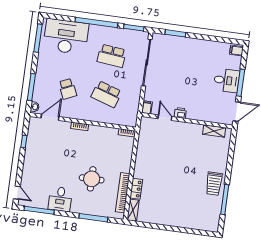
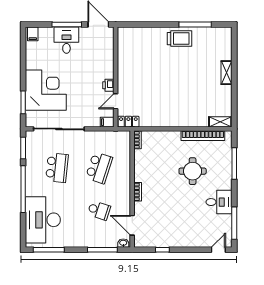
corner desk: (184, 55) -> (46, 90), added
school desk: (68, 89) -> (99, 210), turned 42
shelving: (214, 131) -> (226, 73), moved
locker: (136, 189) -> (128, 122), moved

